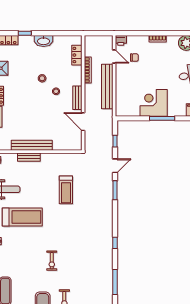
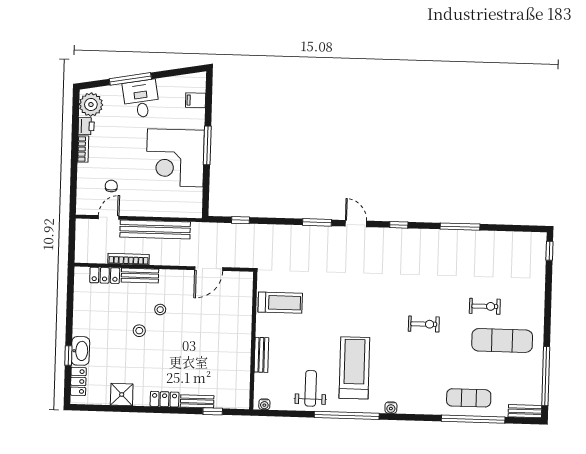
printer: (121, 40) -> (86, 126), moved
washbasin: (44, 41) -> (80, 351), moved
bench: (77, 98) -> (140, 276), moved
corner desk: (154, 103) -> (175, 158), width x1.36, depth x1.36
bench: (32, 145) -> (243, 350), removed
door: (115, 166) -> (356, 224), moved
treadmill: (66, 190) -> (280, 303), moved

